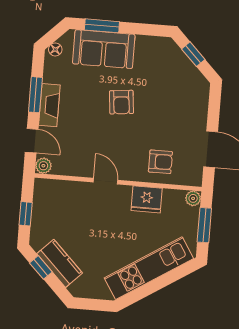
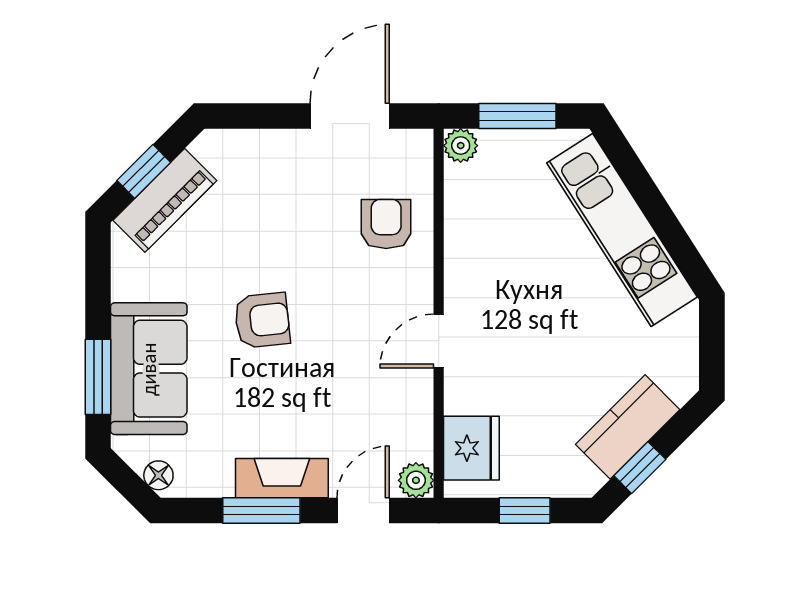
piano: (179, 63) -> (165, 200), added
fridge: (147, 199) -> (471, 448), moved

